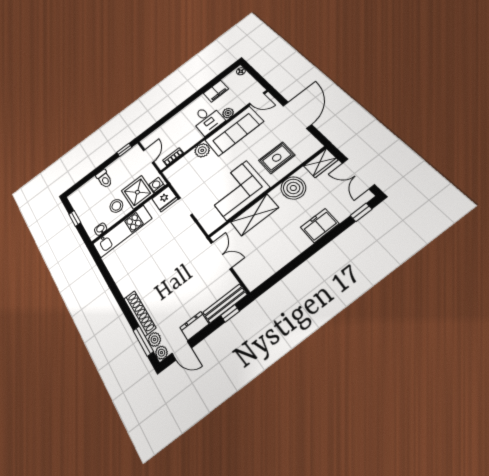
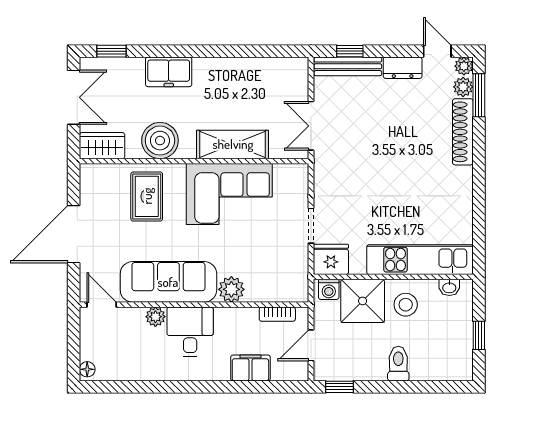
filing cabinet: (216, 91) -> (250, 368), moved
rug: (277, 158) -> (147, 196), turned 90

